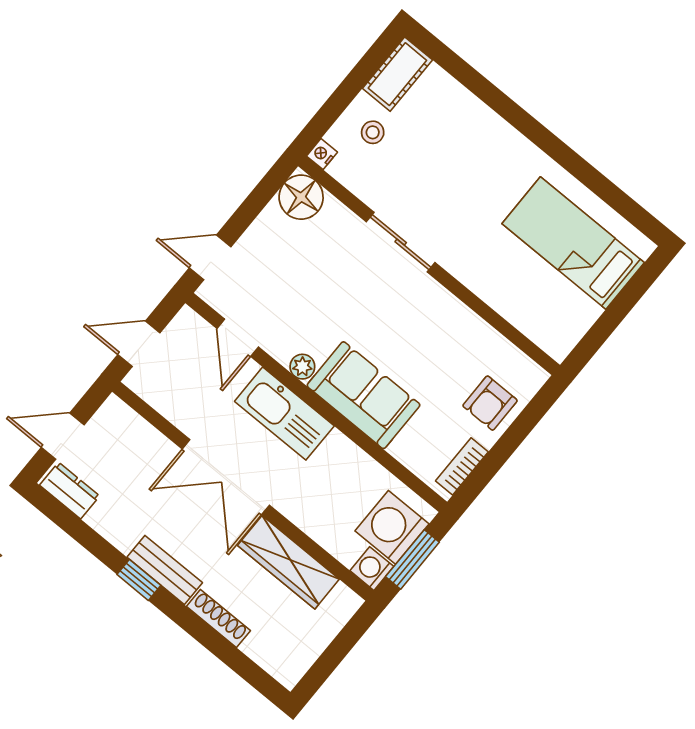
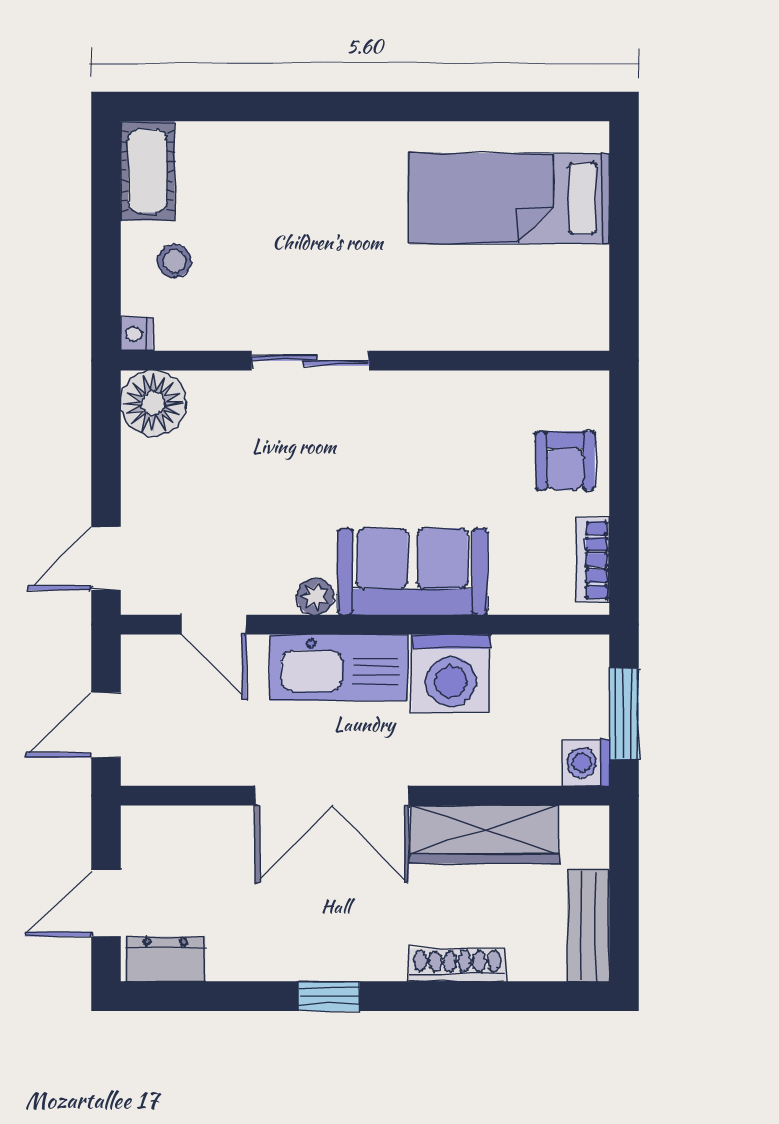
washing machine: (392, 527) -> (451, 674), moved, turned -90
bench: (165, 570) -> (588, 926), moved, turned 90

